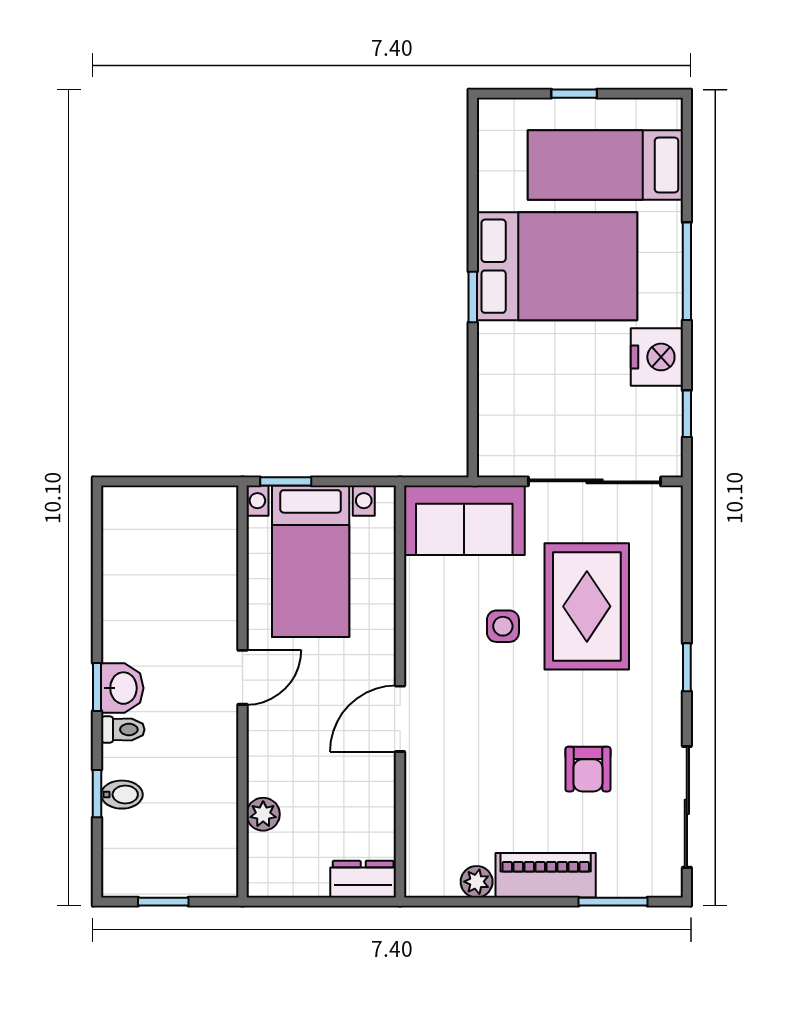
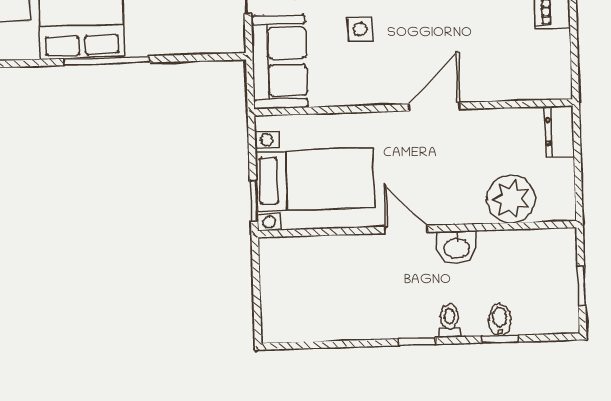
window: (473, 297) -> (107, 61), width x2.17
washbasin: (122, 688) -> (457, 247), moved, turned 180
door: (400, 719) -> (434, 107), swing flipped
plant: (263, 814) -> (511, 199), width x1.87, depth x1.87
plant: (477, 882) -> (558, 43), removed

